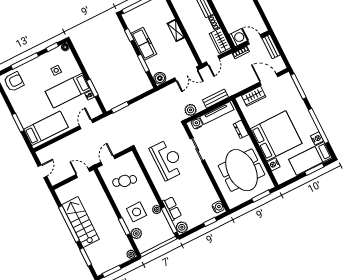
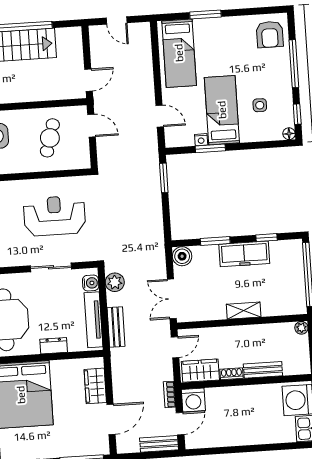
door: (213, 60) -> (175, 347), swing flipped
reception desk: (167, 160) -> (55, 216), turned 180

